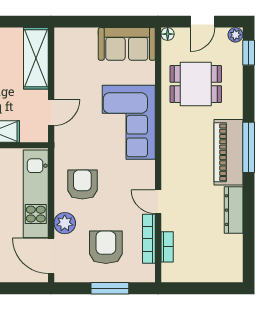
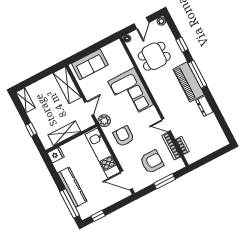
sofa: (127, 44) -> (90, 64), moved
window: (249, 53) -> (182, 45), moved
dresser: (234, 210) -> (204, 106), width x0.70
plant: (65, 223) -> (104, 121), moved
armchair: (106, 247) -> (152, 162), turned 90

